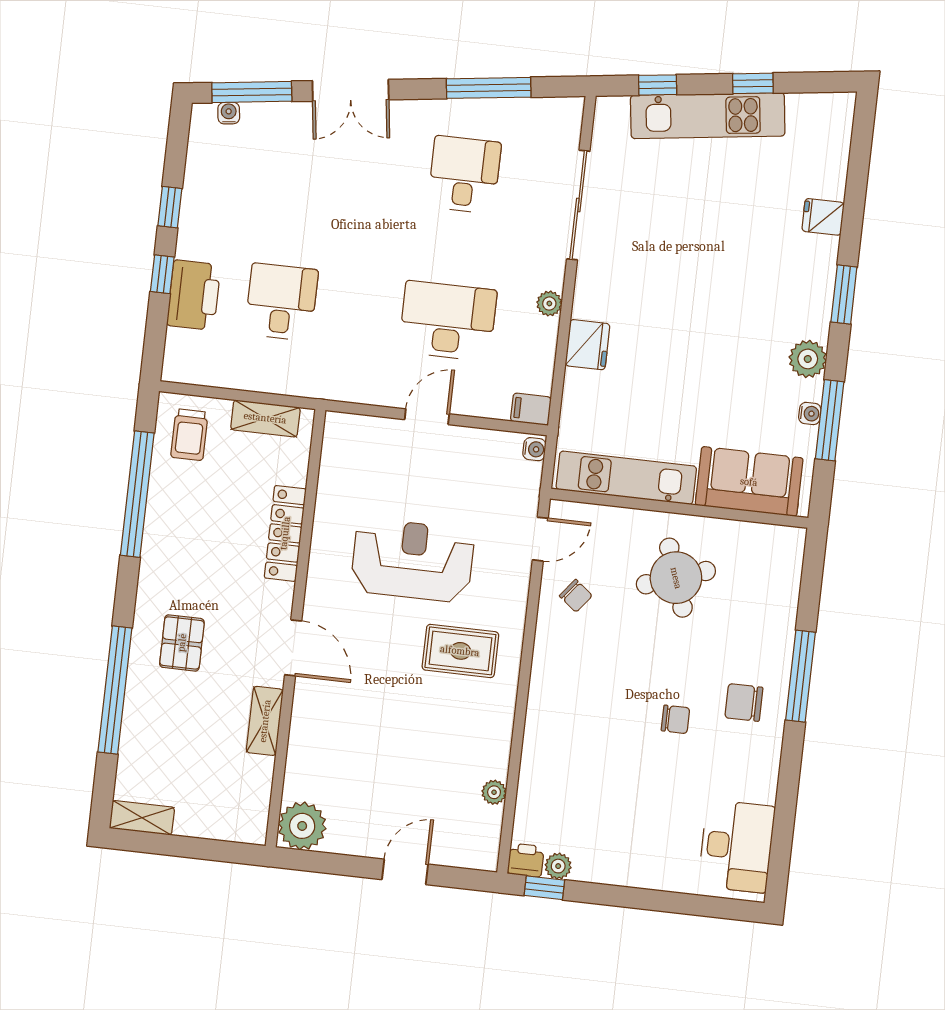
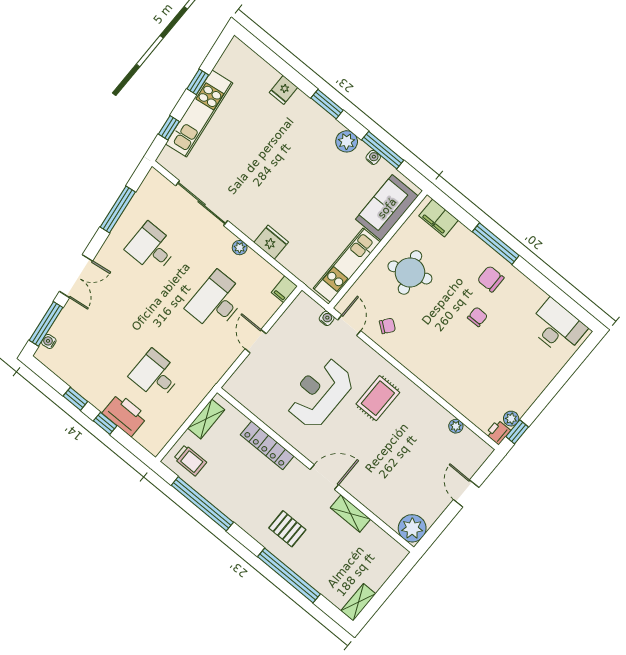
water cooler: (534, 449) -> (327, 318), moved
filing cabinet: (783, 567) -> (439, 218), added
chair: (744, 702) -> (491, 279), turned 90

